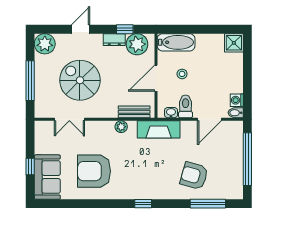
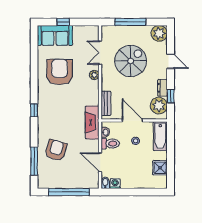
shower: (234, 43) -> (160, 168), moved
plant: (121, 127) -> (94, 75), moved

